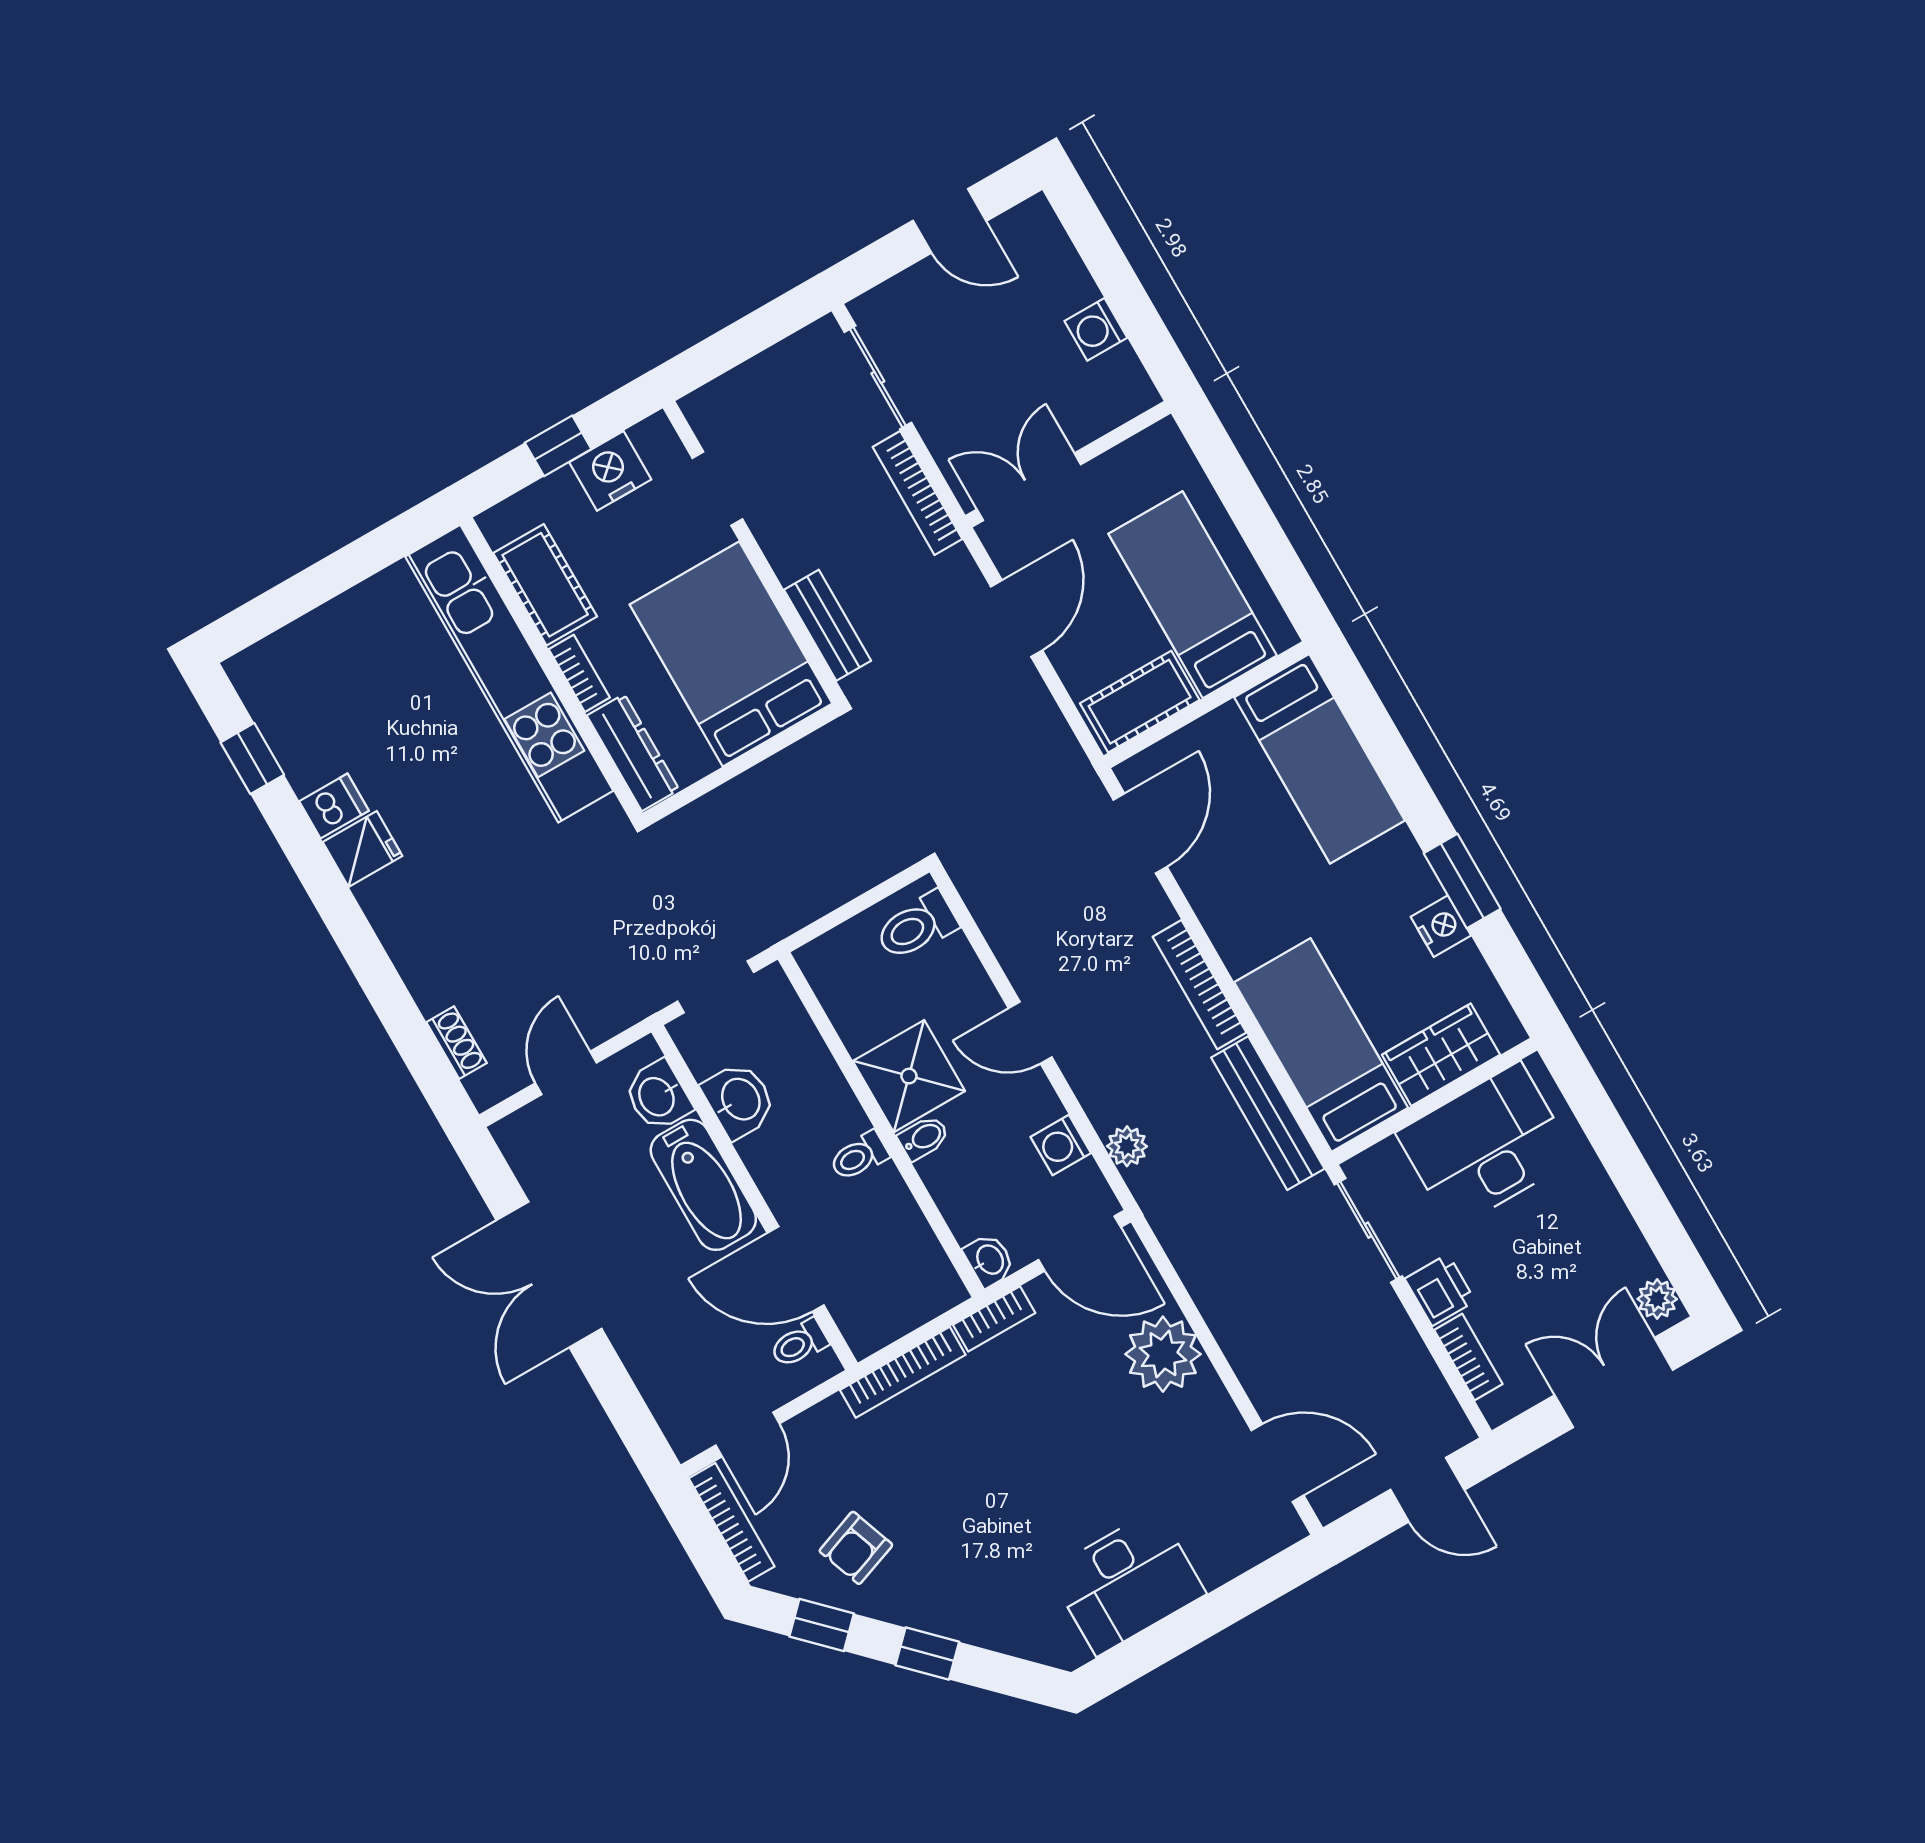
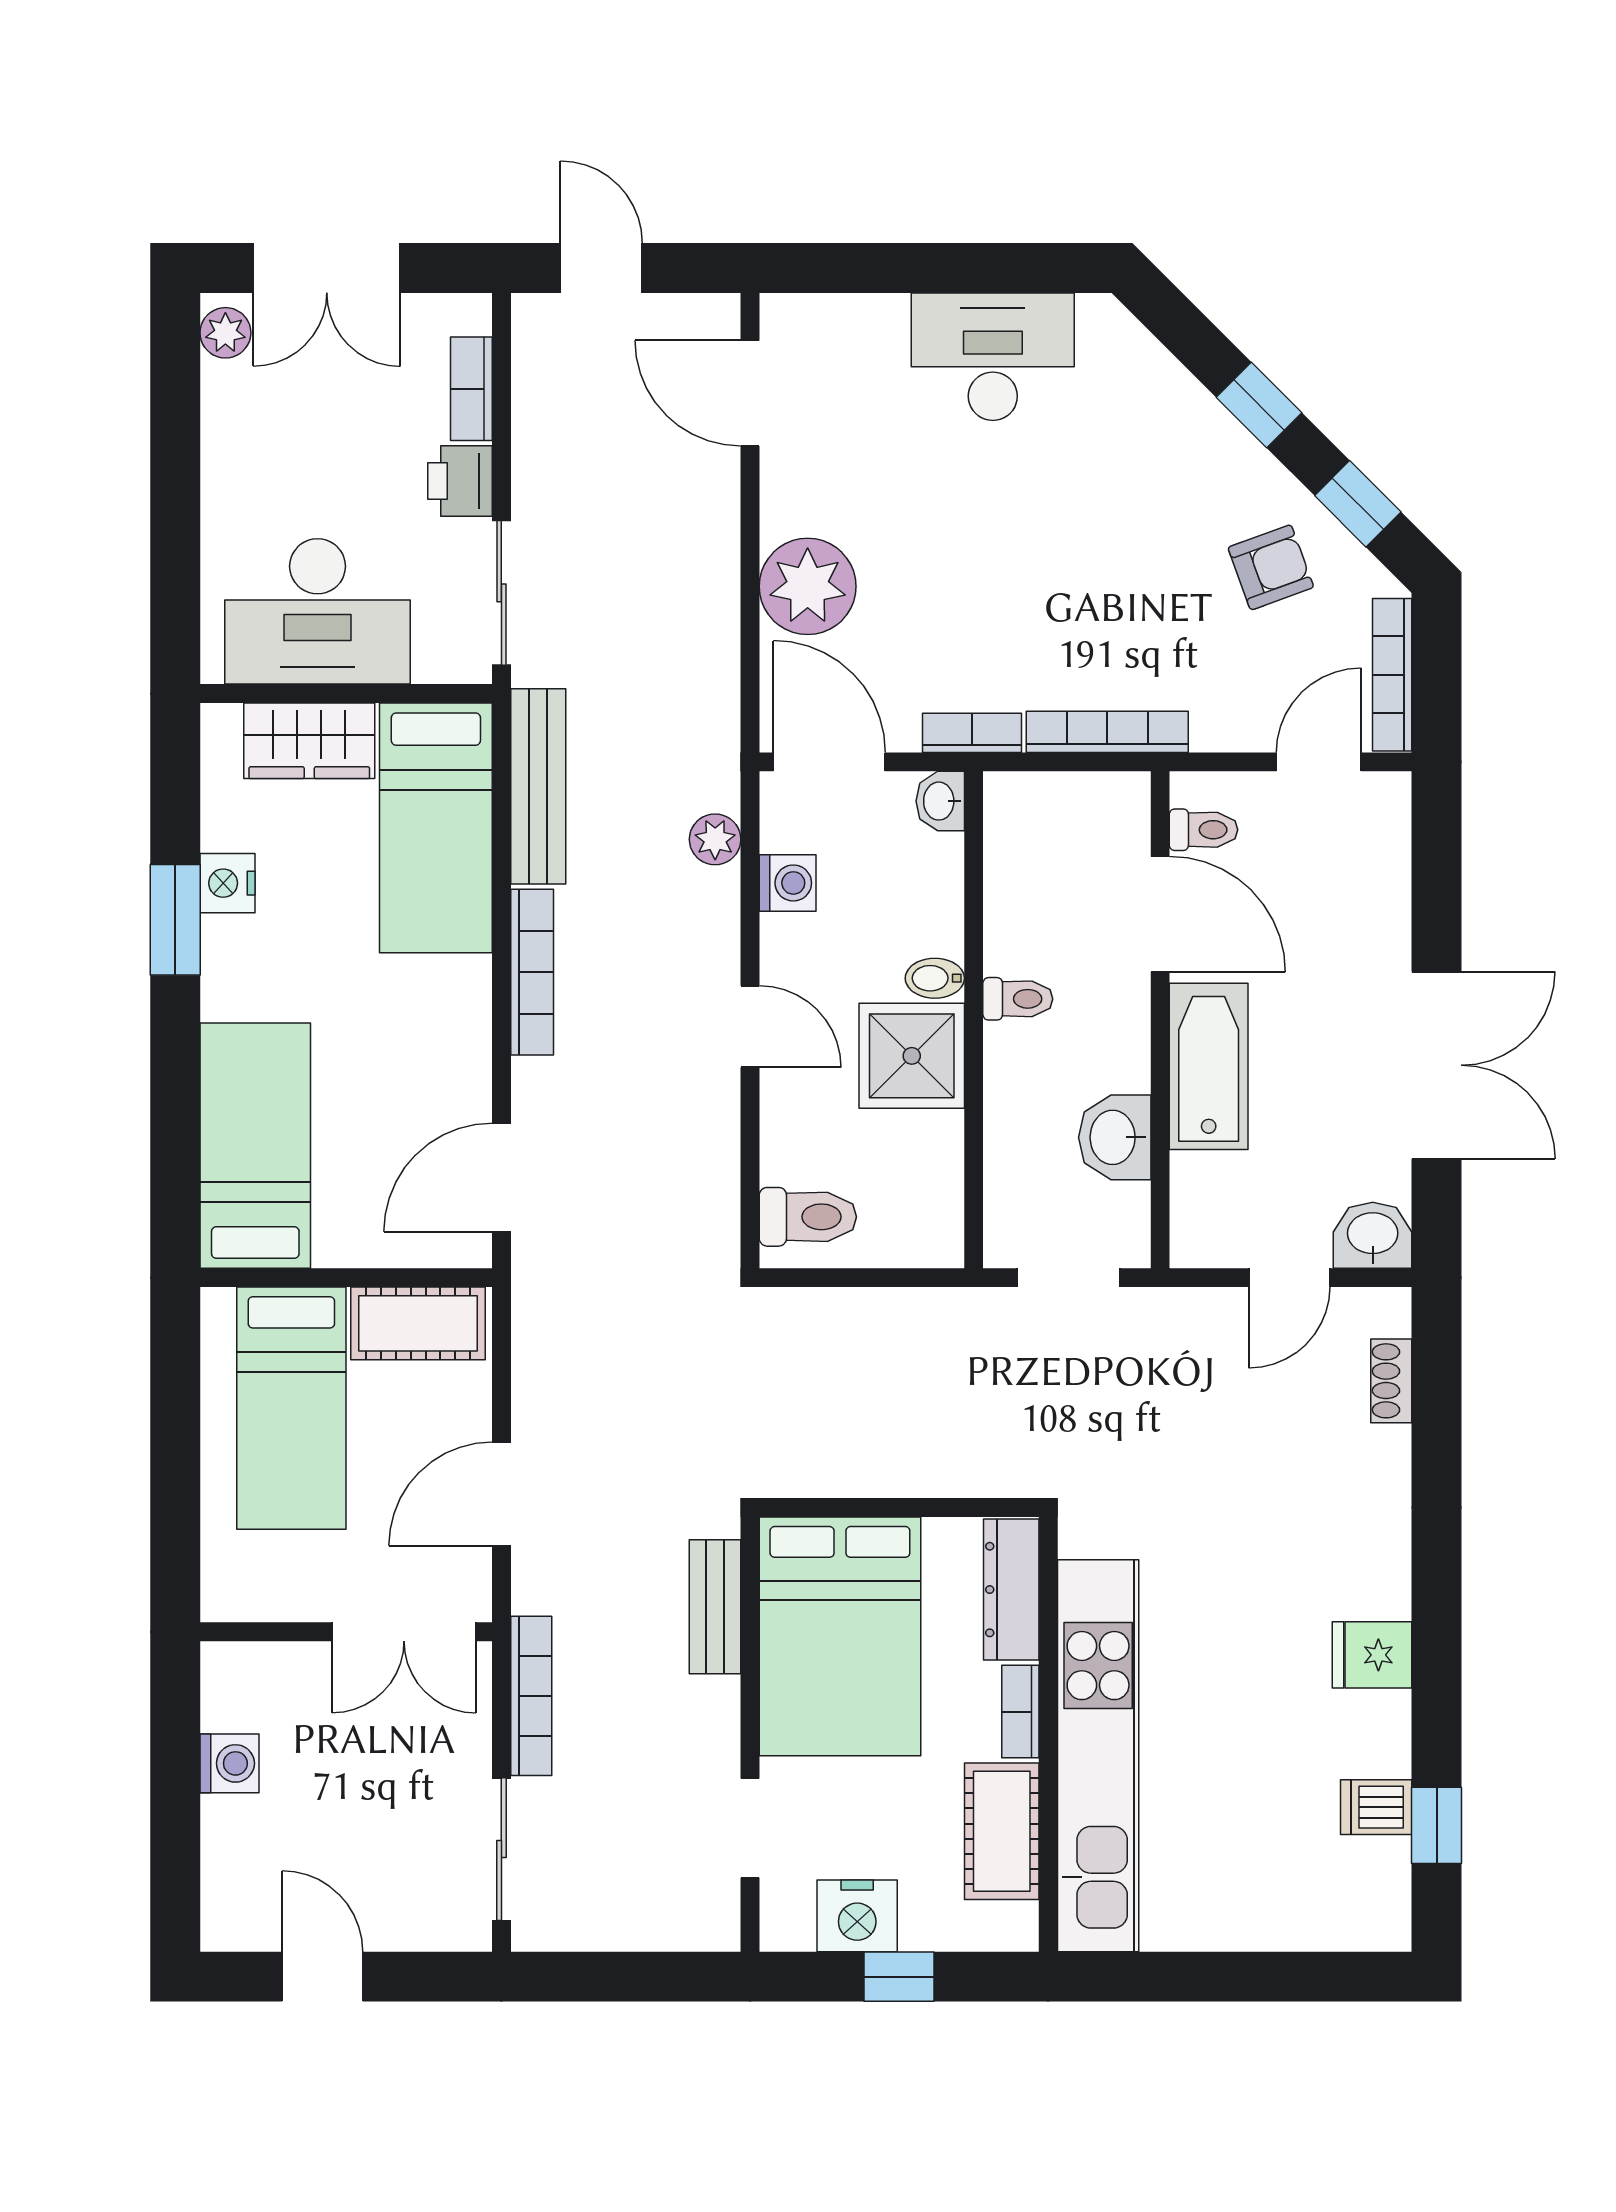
dishwasher: (334, 806) -> (1376, 1807), moved
washbasin: (658, 1096) -> (1373, 1235), moved, turned -90

